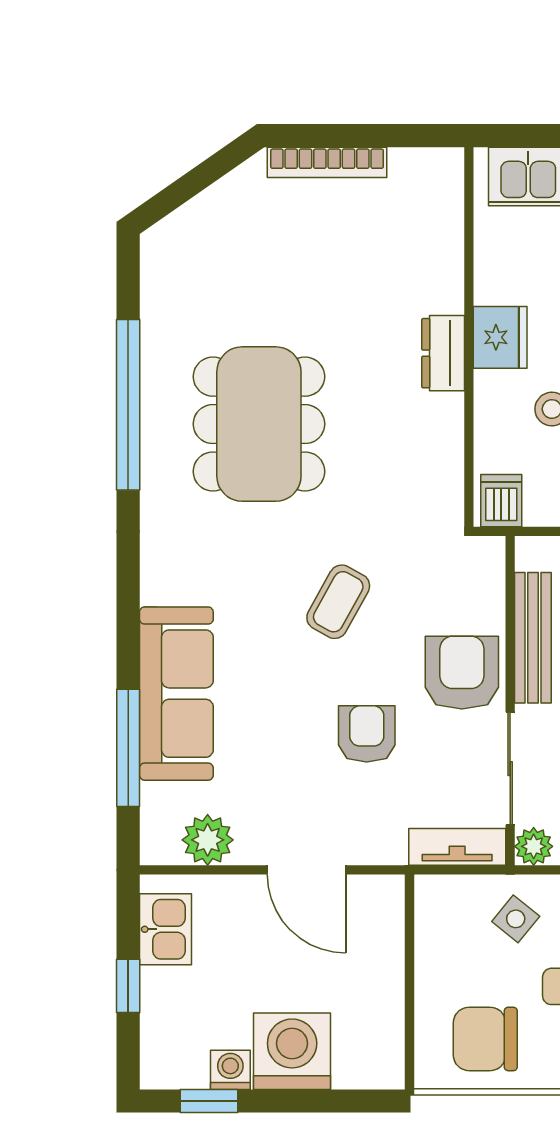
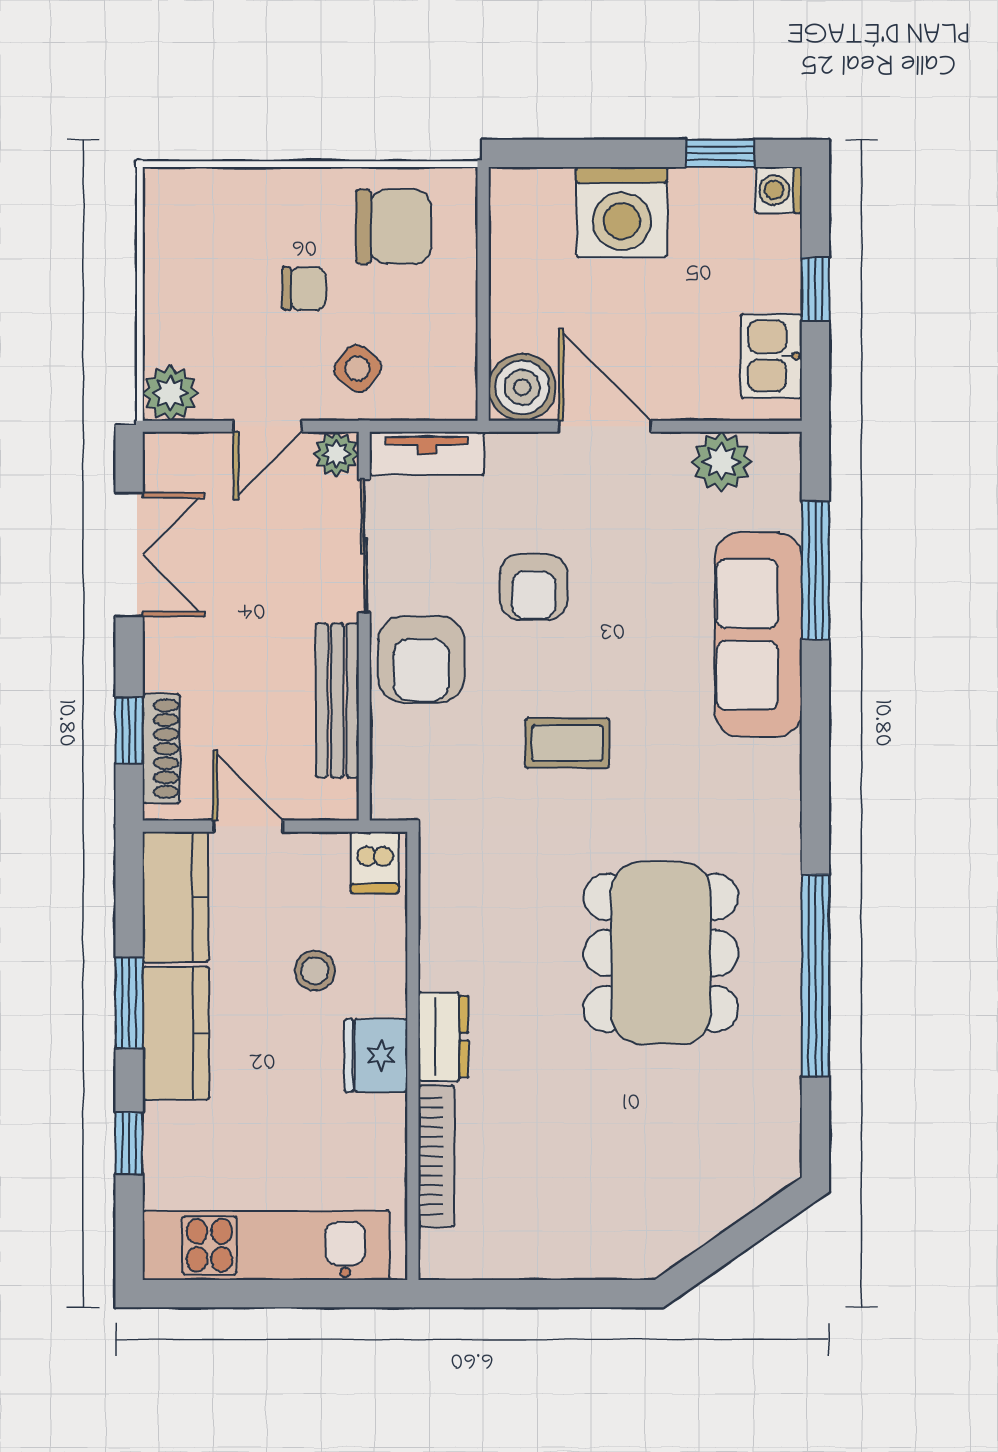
bookcase: (327, 162) -> (436, 1156), moved, turned 90
coffee table: (338, 602) -> (567, 743), turned 61
boiler: (376, 903) -> (522, 387), added
washing machine: (230, 1070) -> (779, 190), moved, turned 90

